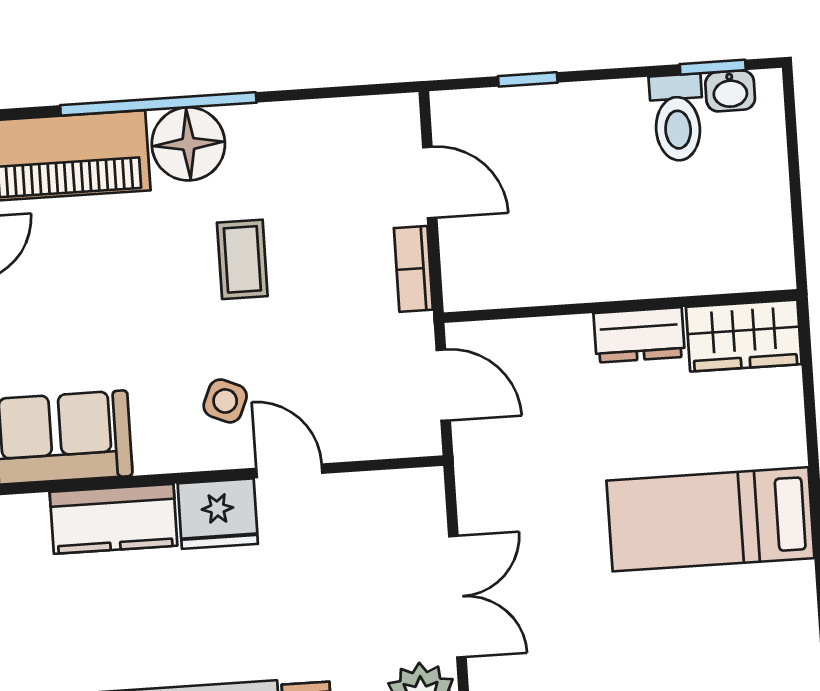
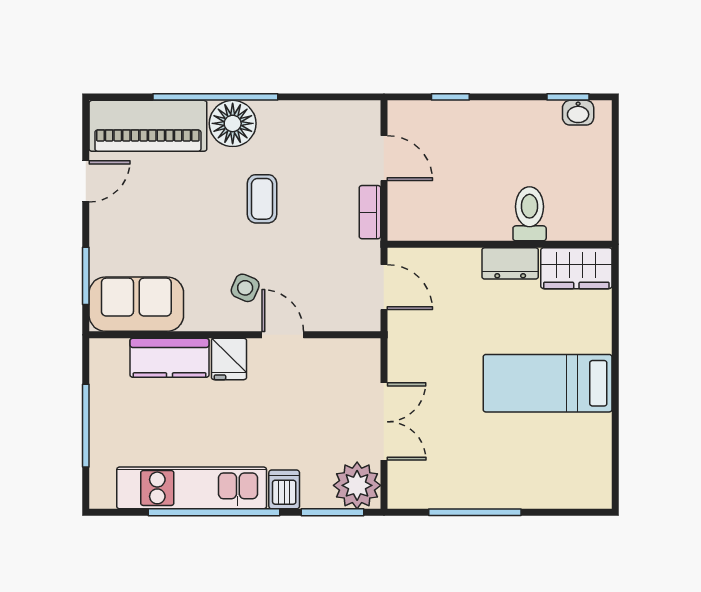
toilet: (677, 118) -> (530, 214), moved, turned 180
fridge: (218, 514) -> (229, 359), width x0.72

